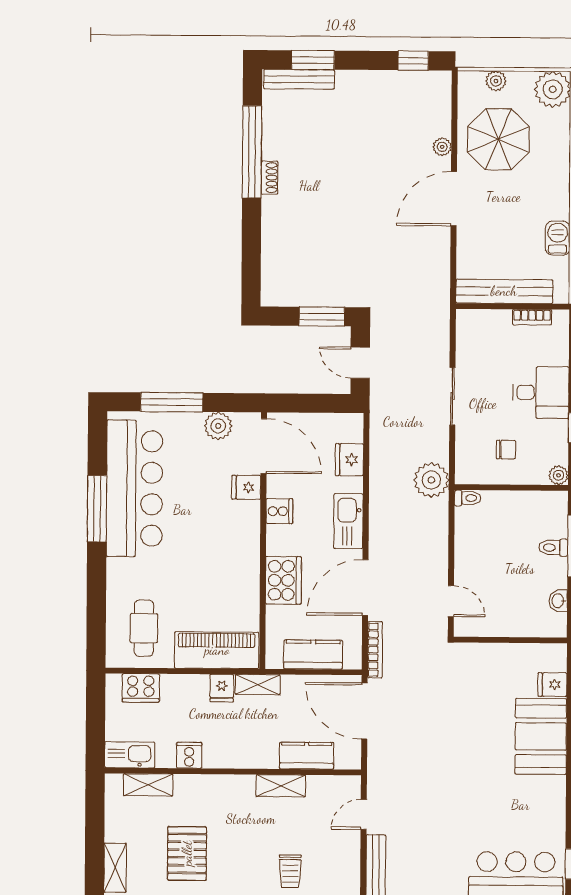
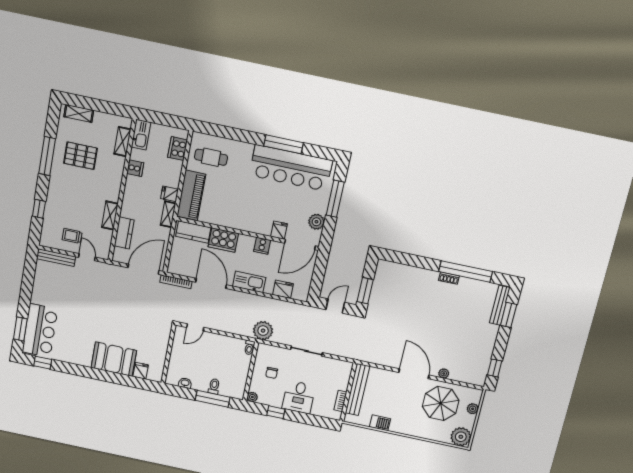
kitchen counter: (313, 655) -> (193, 232), moved, turned 90
trolley: (290, 871) -> (72, 236), moved

